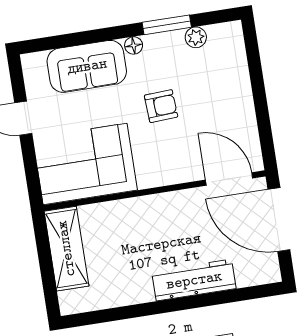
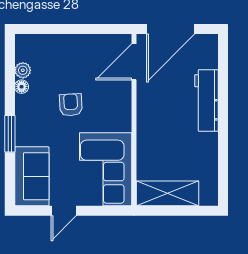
window: (167, 25) -> (10, 134), moved
floor lamp: (134, 45) -> (22, 87), moved
sofa: (87, 66) -> (32, 176), moved

